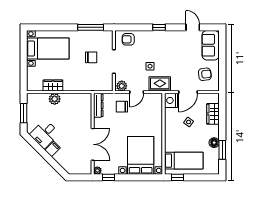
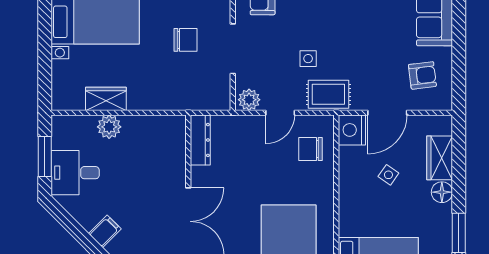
chair: (122, 107) -> (310, 149), moved
desk: (45, 134) -> (75, 173), moved, turned 45
floor lamp: (214, 143) -> (442, 192), moved

